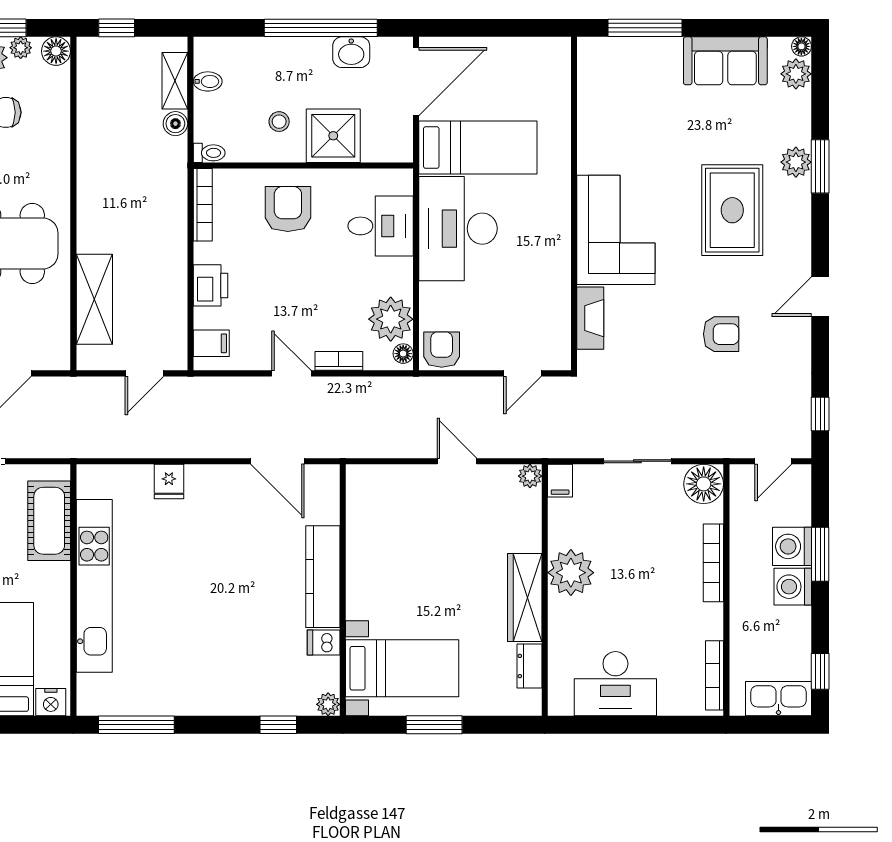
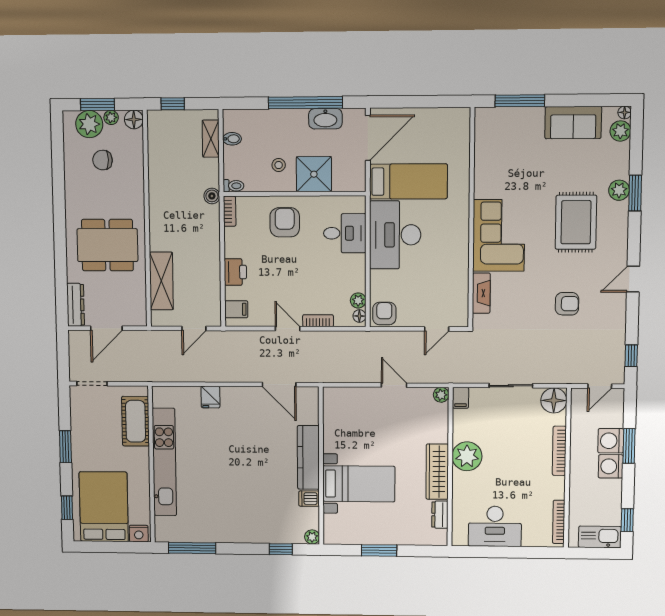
washbasin: (351, 52) -> (325, 119), width x1.38
boiler: (175, 124) -> (212, 196), moved
bookcase: (203, 205) -> (230, 211), width x0.64
plant: (391, 319) -> (358, 300), width x0.53, depth x0.53
bed with nightstands: (402, 668) -> (359, 484), moved

